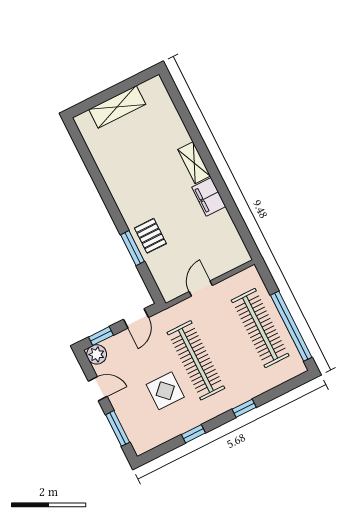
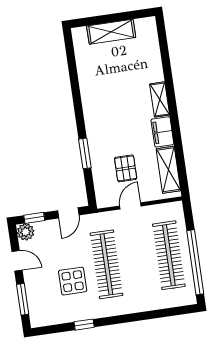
pallet: (150, 236) -> (126, 168), moved
shelving: (229, 236) -> (168, 170), added
window: (244, 408) -> (133, 317), removed

